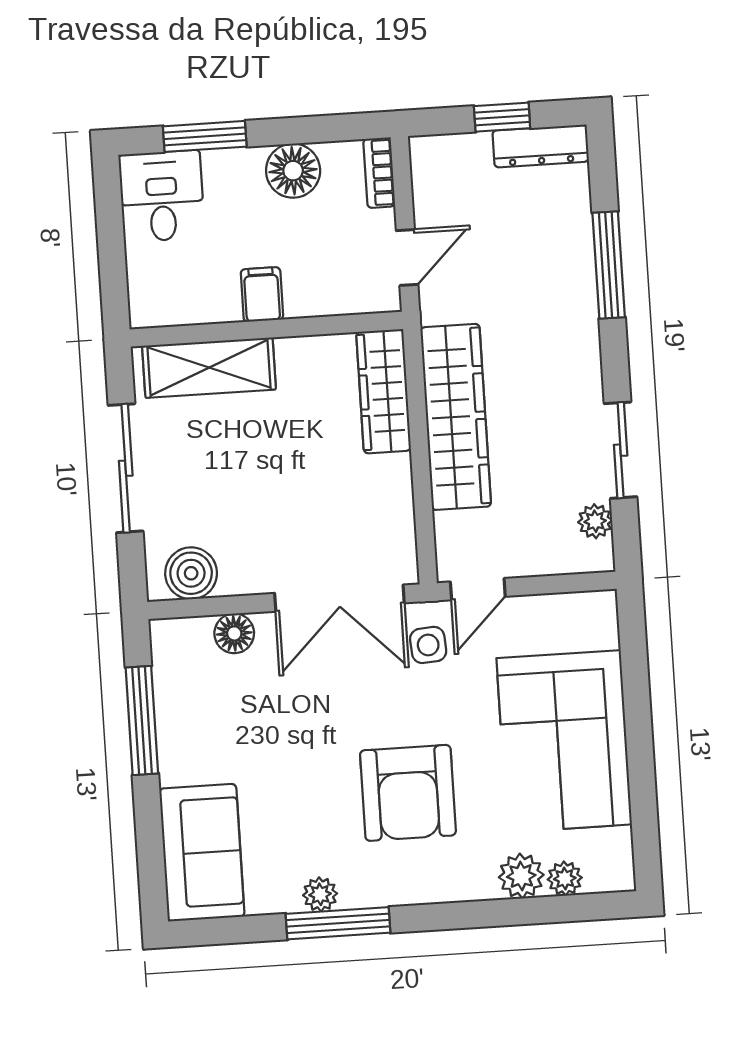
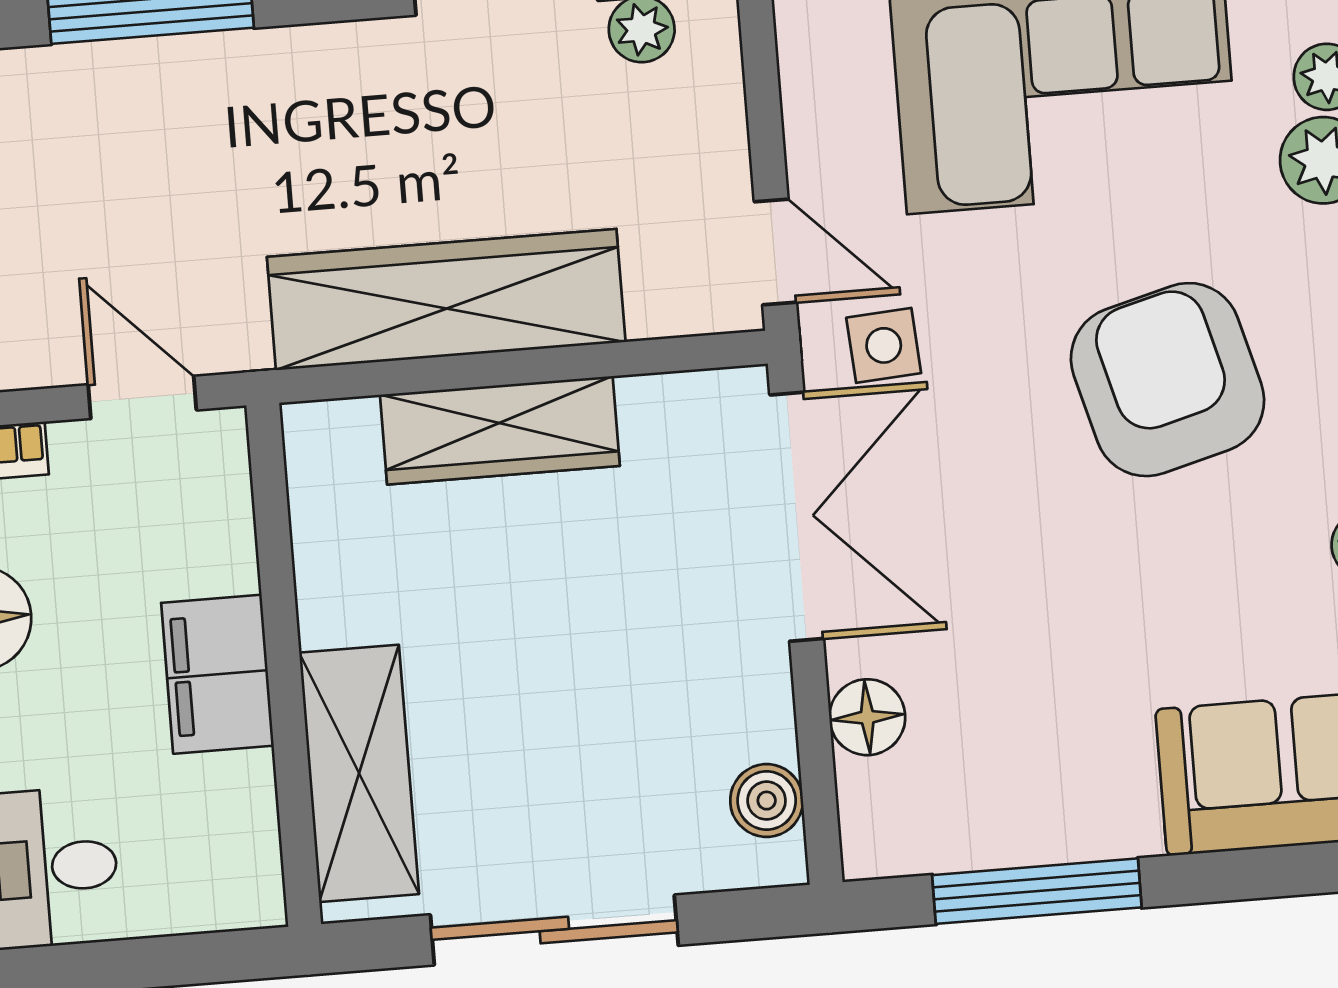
filing cabinet: (262, 294) -> (217, 674), width x2.00
wardrobe: (384, 391) -> (500, 430), moved
boiler: (191, 573) -> (767, 801), width x0.73, depth x0.73
armchair: (408, 793) -> (1168, 380), turned -105

